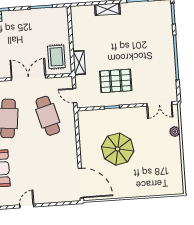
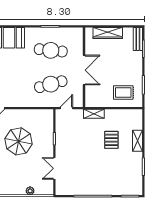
rug: (56, 57) -> (123, 93), moved
pallet: (116, 81) -> (111, 140), moved, width x0.67, depth x0.71
double door: (159, 104) -> (54, 168), moved

